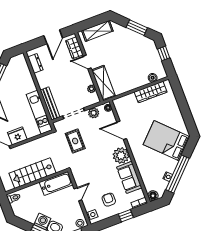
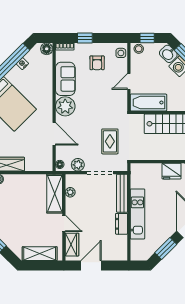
dresser: (35, 63) -> (122, 224), moved
kitchen unit: (39, 112) -> (137, 214), moved

